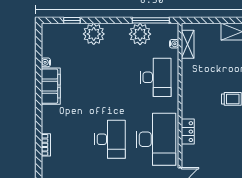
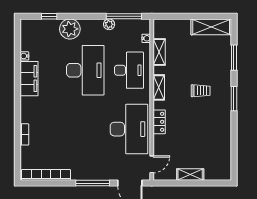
plant: (140, 34) -> (109, 24), width x0.53, depth x0.53
shelving: (188, 44) -> (159, 52), moved
shelving: (187, 95) -> (159, 87), added
desk: (110, 139) -> (85, 70), moved, width x1.36, depth x1.30

